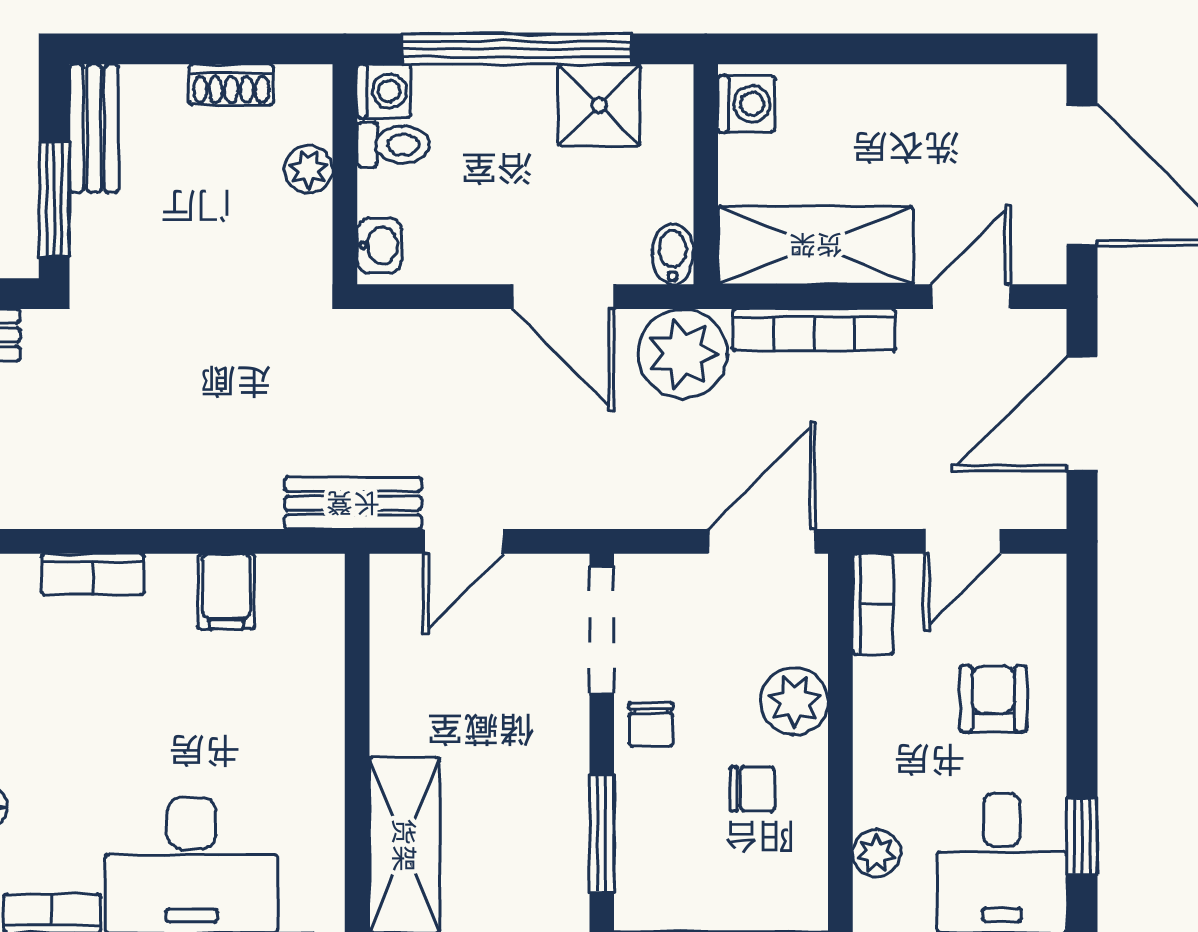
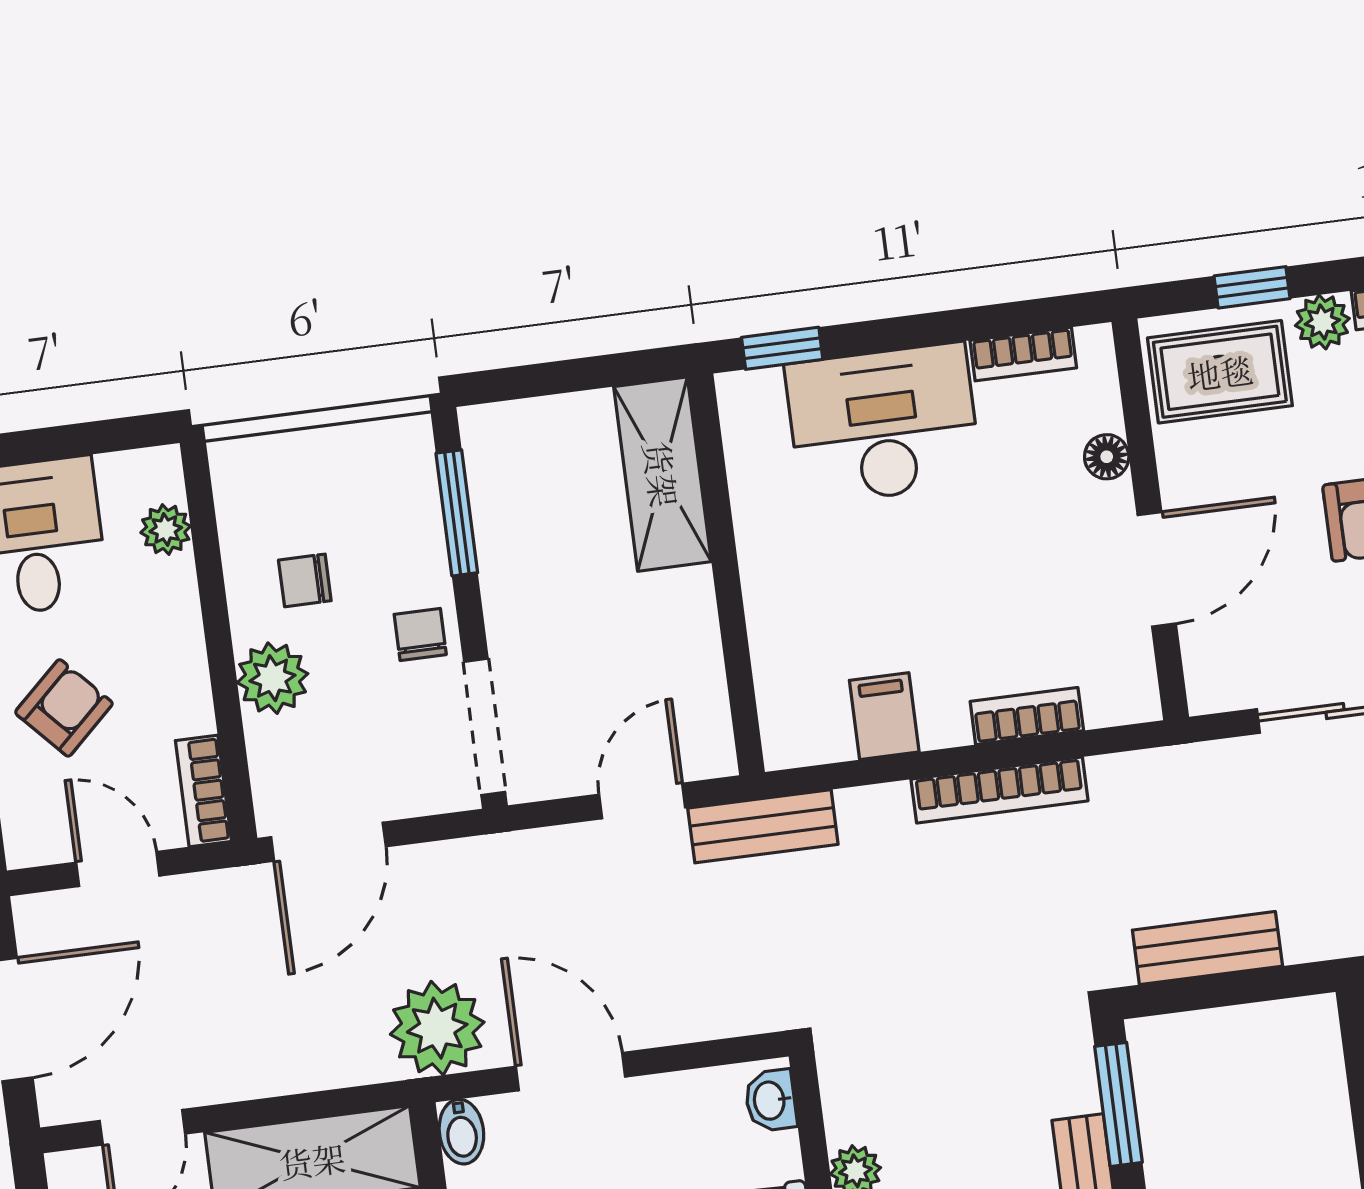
bookcase: (814, 330) -> (999, 790), moved, turned 180
door: (963, 541) -> (118, 869), hinge flipped
armchair: (993, 699) -> (64, 708), turned -133

